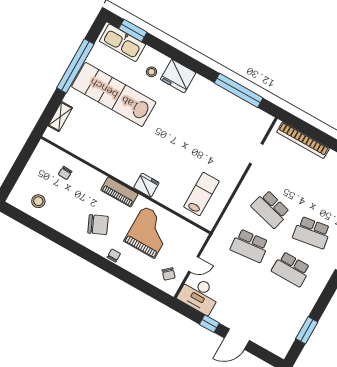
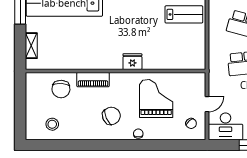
chair: (65, 173) -> (61, 89), width x1.87, depth x1.87
piano: (119, 192) -> (93, 80), moved
lab bench: (201, 194) -> (184, 14), moved, turned 90

